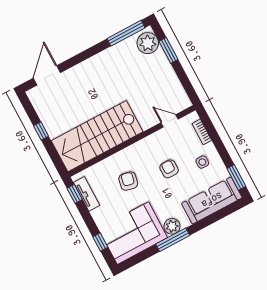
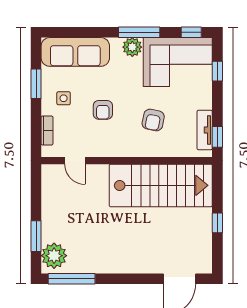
window: (236, 177) -> (36, 84), moved
window: (135, 260) -> (191, 32), added

